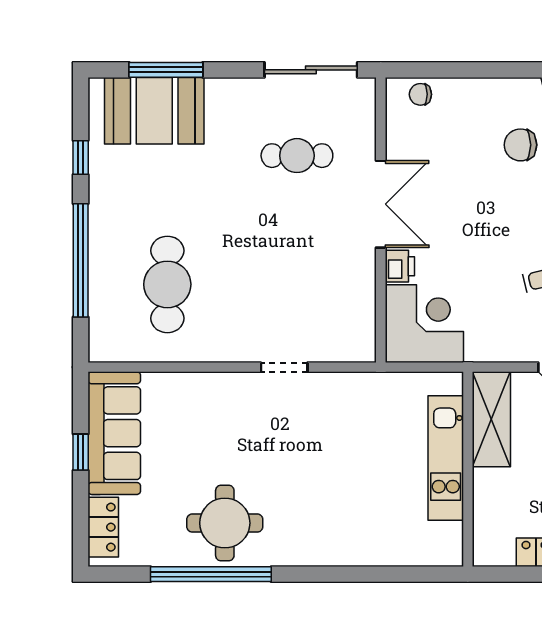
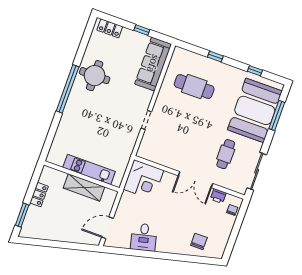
booth: (154, 111) -> (255, 110), width x1.36, depth x1.42
window: (81, 260) -> (215, 56), width x0.32
printer: (400, 266) -> (218, 196), moved
shelving: (491, 419) -> (84, 187), moved
sofa: (114, 433) -> (153, 64), moved, turned 90
window: (211, 574) -> (68, 89), moved

